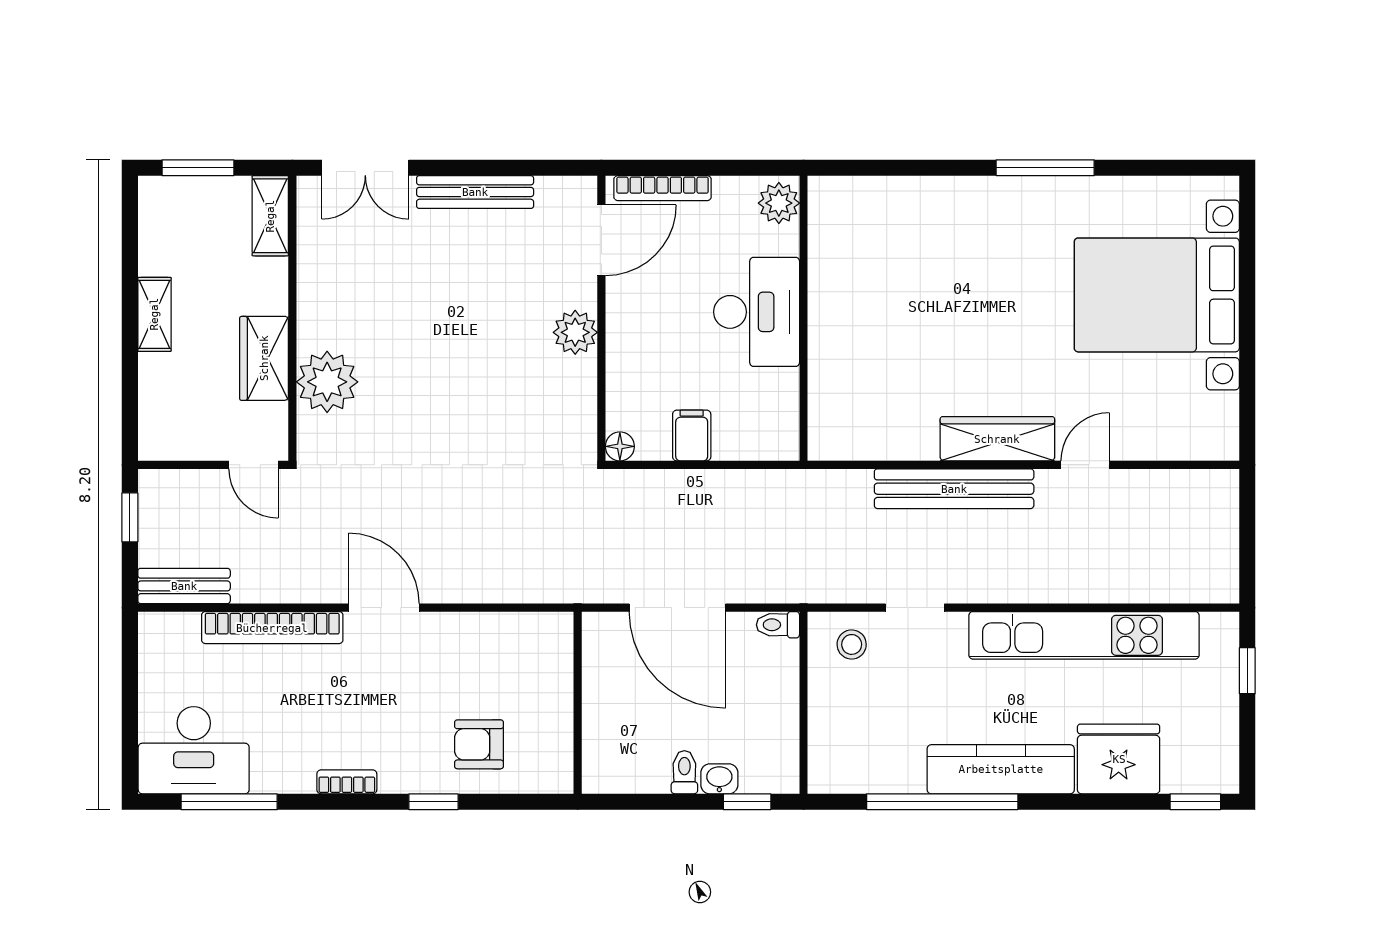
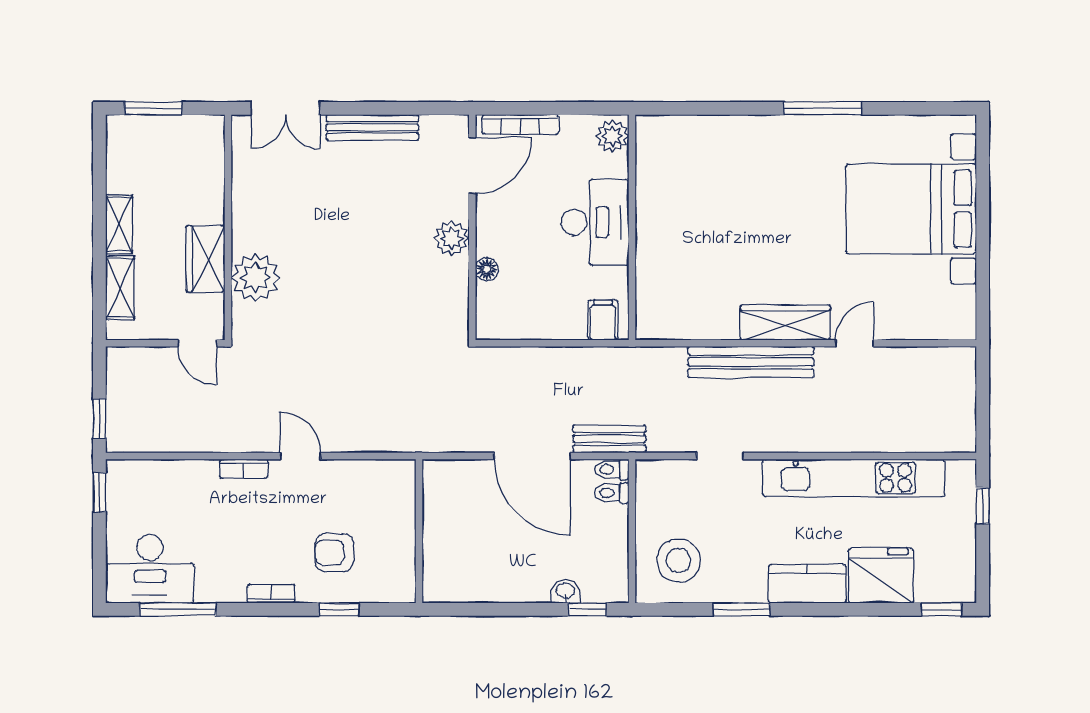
shelving: (270, 216) -> (120, 288), moved
filing cabinet: (692, 436) -> (603, 320), moved
floor lamp: (620, 446) -> (487, 269), moved
window: (130, 517) -> (99, 419), moved
bench: (184, 586) -> (609, 439), moved
door: (384, 608) -> (300, 456), width x0.73
bookcase: (272, 628) -> (244, 469), width x0.43, depth x0.76
stool: (852, 644) -> (678, 561), moved, width x1.89, depth x1.89
window: (130, 654) -> (99, 492), added
wall: (578, 703) -> (419, 531), moved
armchair: (479, 744) -> (334, 553), moved
kitchen counter: (1001, 769) -> (807, 584), width x0.67
toilet: (684, 772) -> (612, 493), moved, turned -90
window: (942, 802) -> (742, 609), width x0.47

